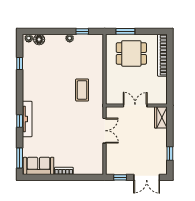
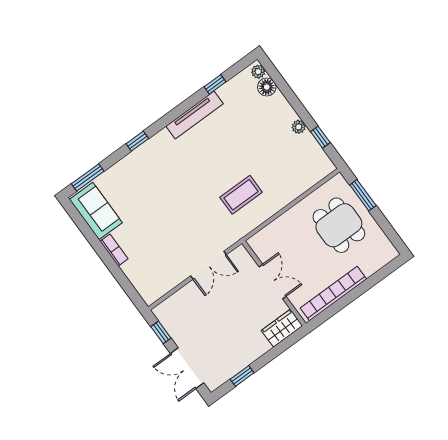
bookcase: (162, 55) -> (333, 294), moved
tv unit: (27, 119) -> (195, 115), moved

